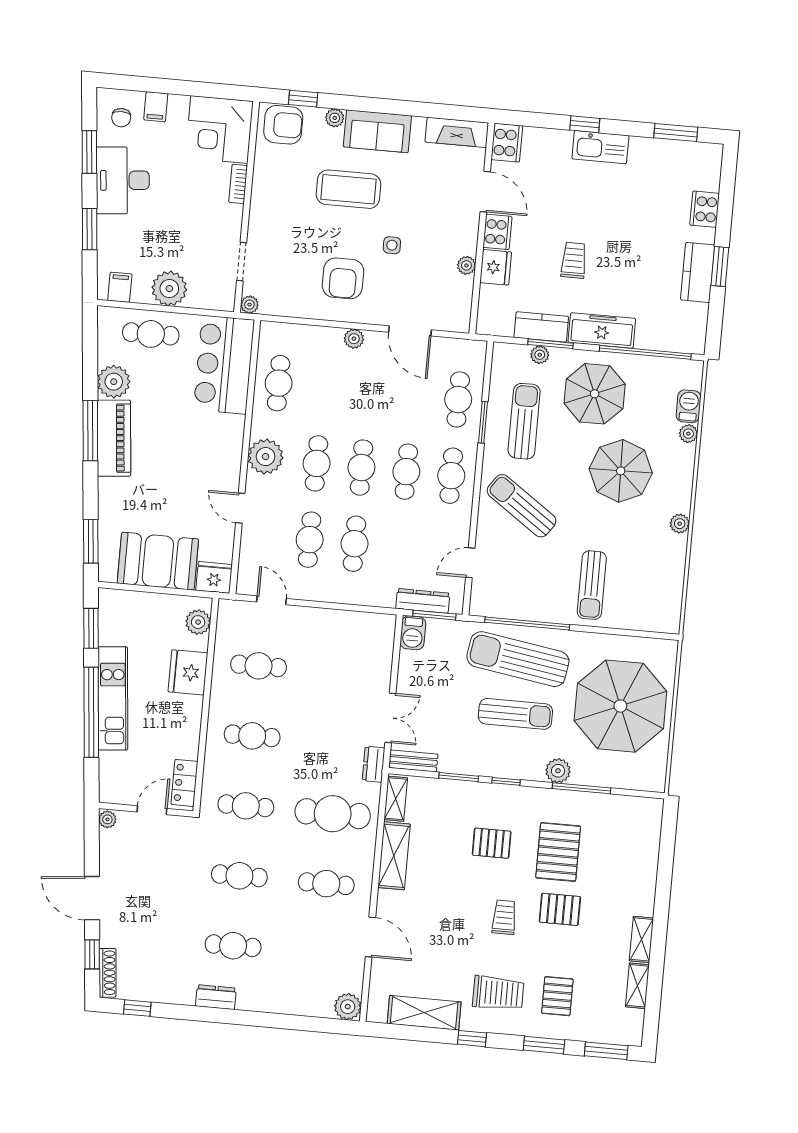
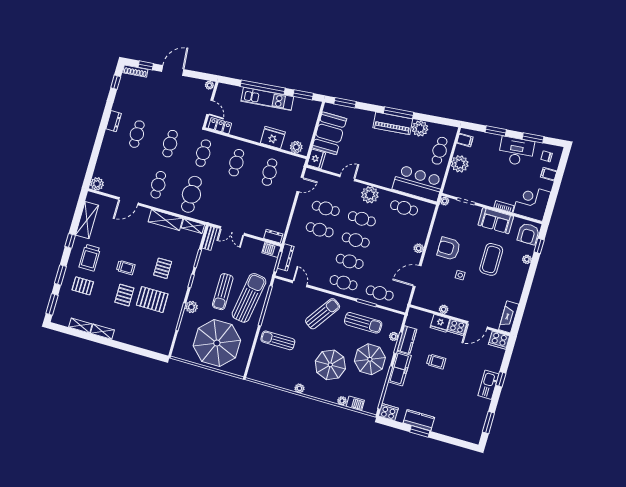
sofa: (377, 131) -> (496, 221), moved, turned -90
cooker: (705, 209) -> (388, 412), moved
dresser: (373, 764) -> (273, 236), moved

